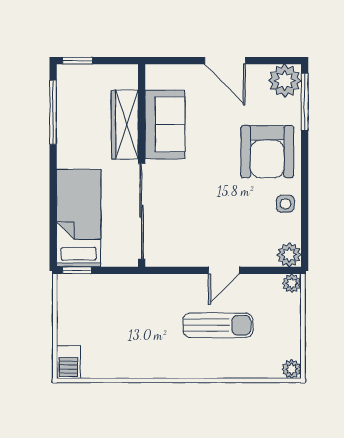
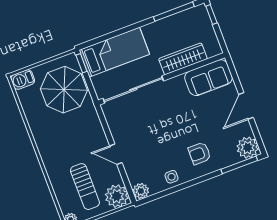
sofa: (165, 124) -> (208, 78), moved
armchair: (267, 152) -> (200, 153), width x0.53, depth x0.53
plant: (292, 283) -> (117, 196), width x1.88, depth x1.88
parasol: (105, 309) -> (64, 90), added
sun lounger: (218, 325) -> (85, 187), moved

